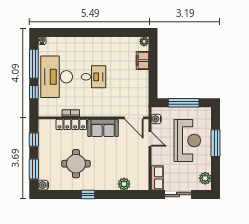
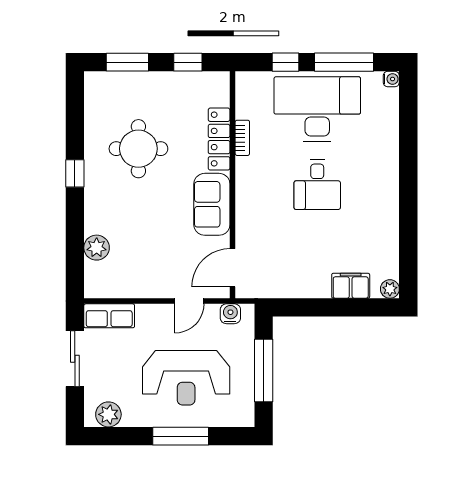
water cooler: (43, 185) -> (94, 81), removed

